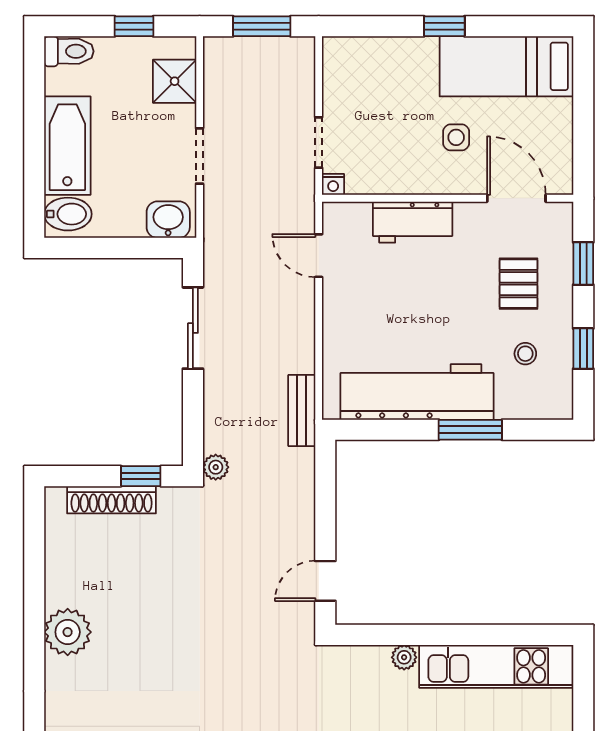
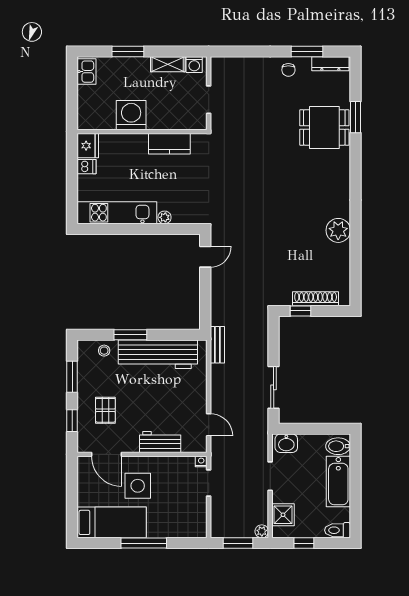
window: (444, 26) -> (144, 543), width x2.17
side table: (456, 137) -> (138, 486), width x1.87, depth x1.87
window: (583, 349) -> (72, 377), width x1.50
stool: (525, 354) -> (104, 351), moved
plant: (216, 467) -> (262, 531), moved

